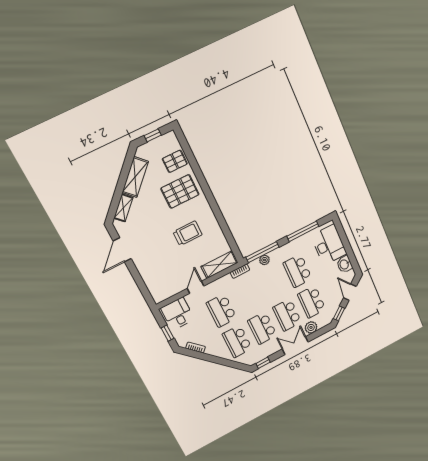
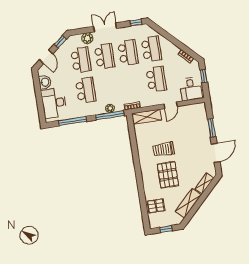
pallet: (180, 191) -> (168, 175), moved, turned 90
window: (137, 278) -> (212, 128), added
double door: (295, 346) -> (105, 27), swing flipped

